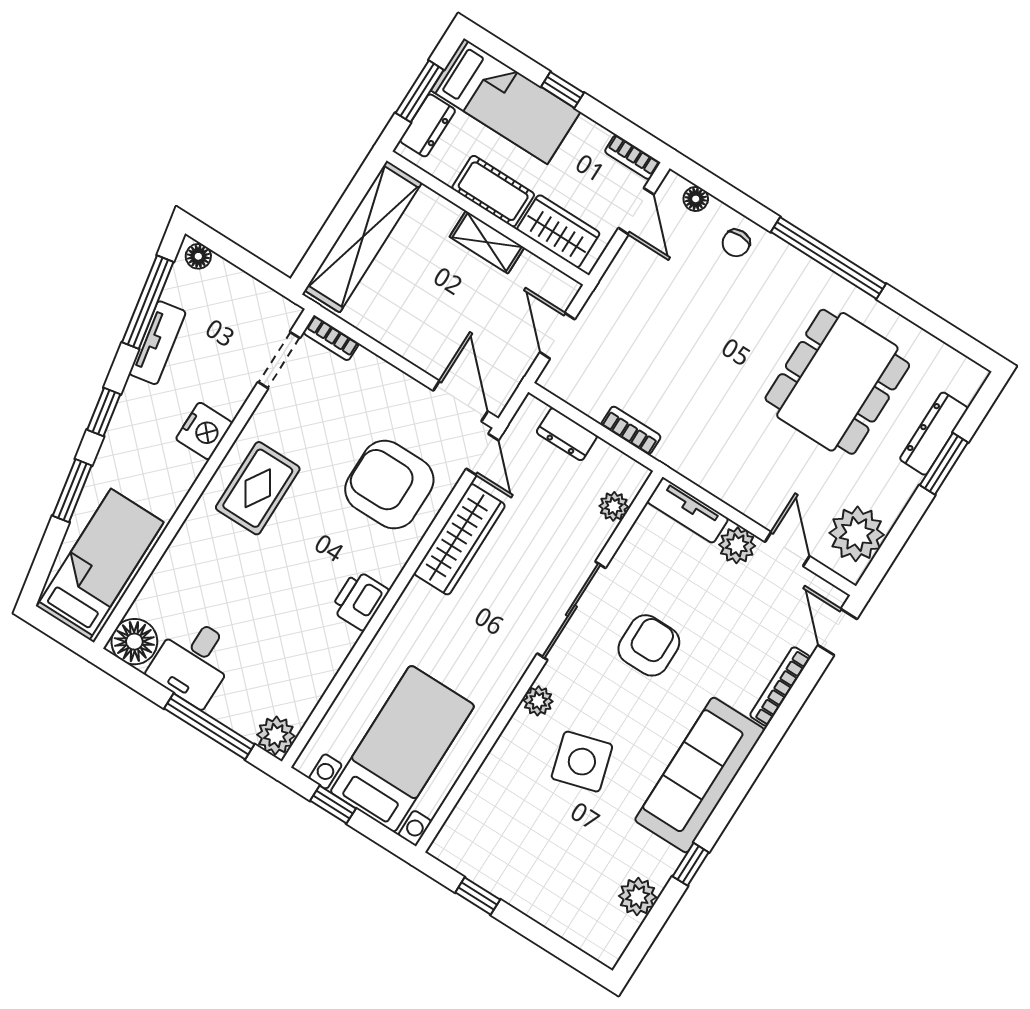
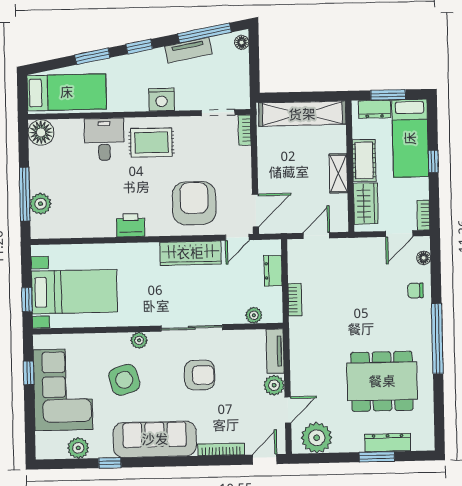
desk: (193, 661) -> (104, 139), moved, turned 90
plant: (276, 735) -> (41, 204), moved
window: (333, 805) -> (27, 300), moved
corner sofa: (536, 862) -> (63, 390), added

